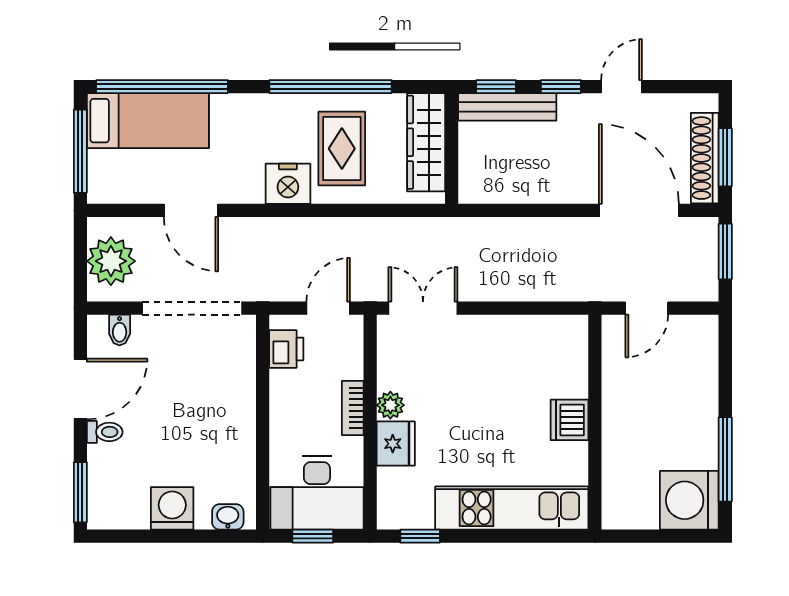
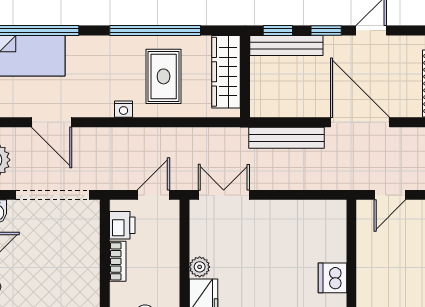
nightstand: (288, 184) -> (124, 109), width x0.53, depth x0.56
door: (639, 210) -> (360, 122), moved
bench: (507, 231) -> (286, 138), added
bookcase: (353, 408) -> (118, 261), moved, turned 180

